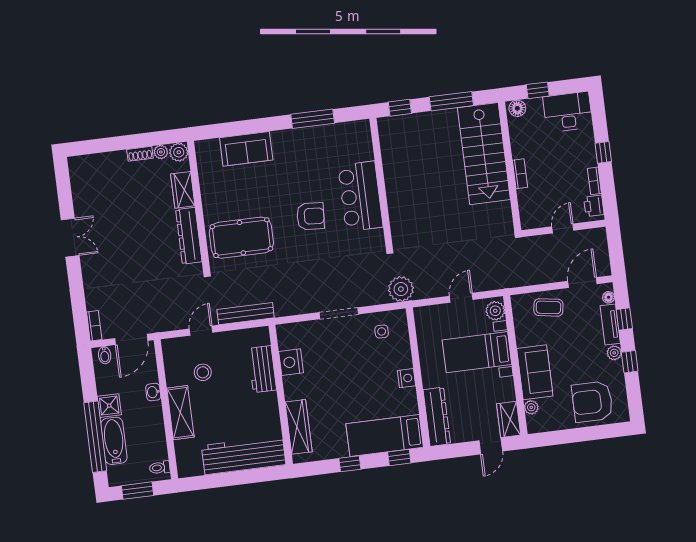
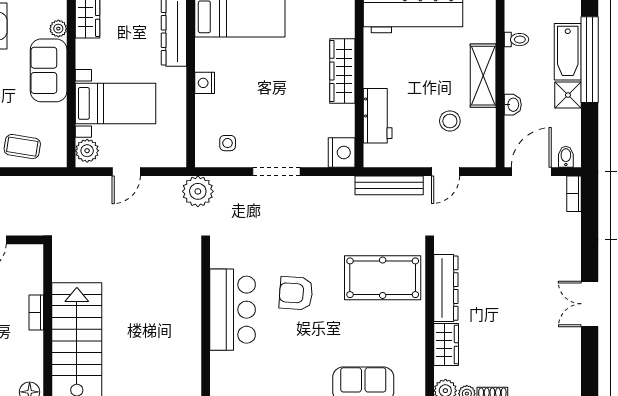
nightstand: (291, 362) -> (342, 152), moved
wardrobe: (299, 427) -> (342, 71), moved
toilet: (160, 468) -> (516, 40), moved

